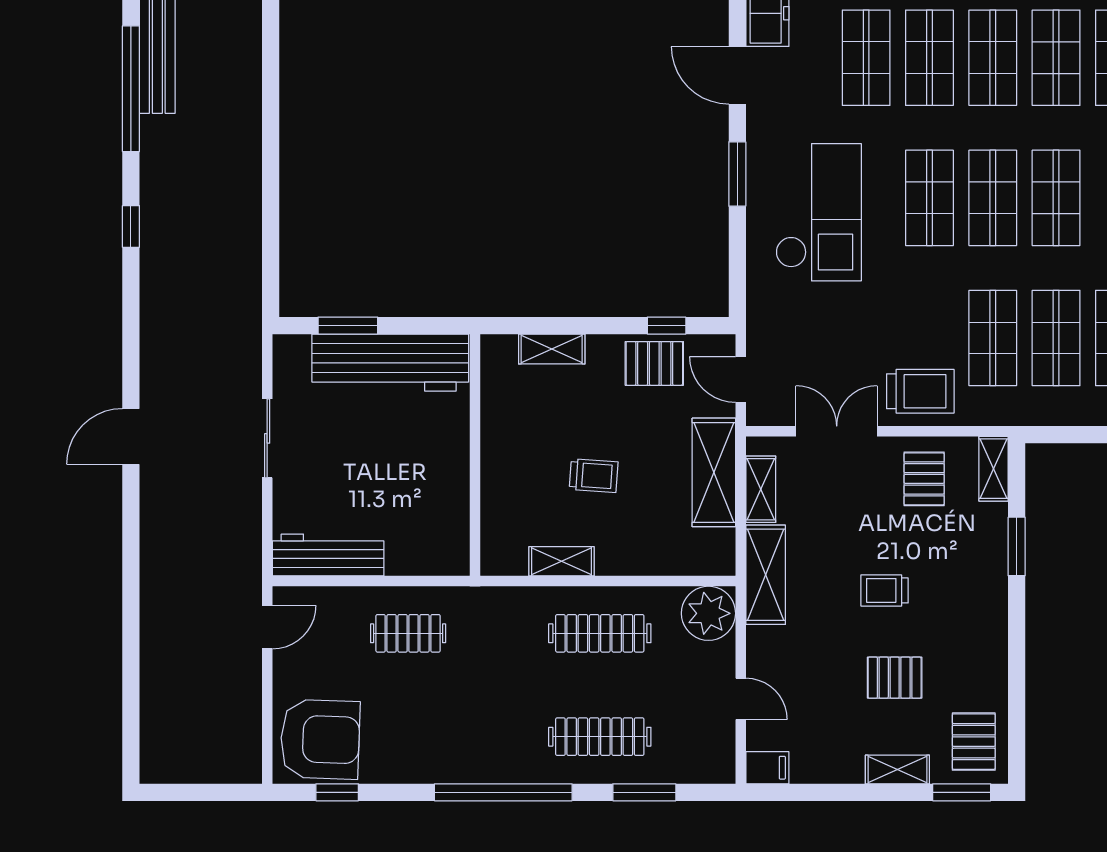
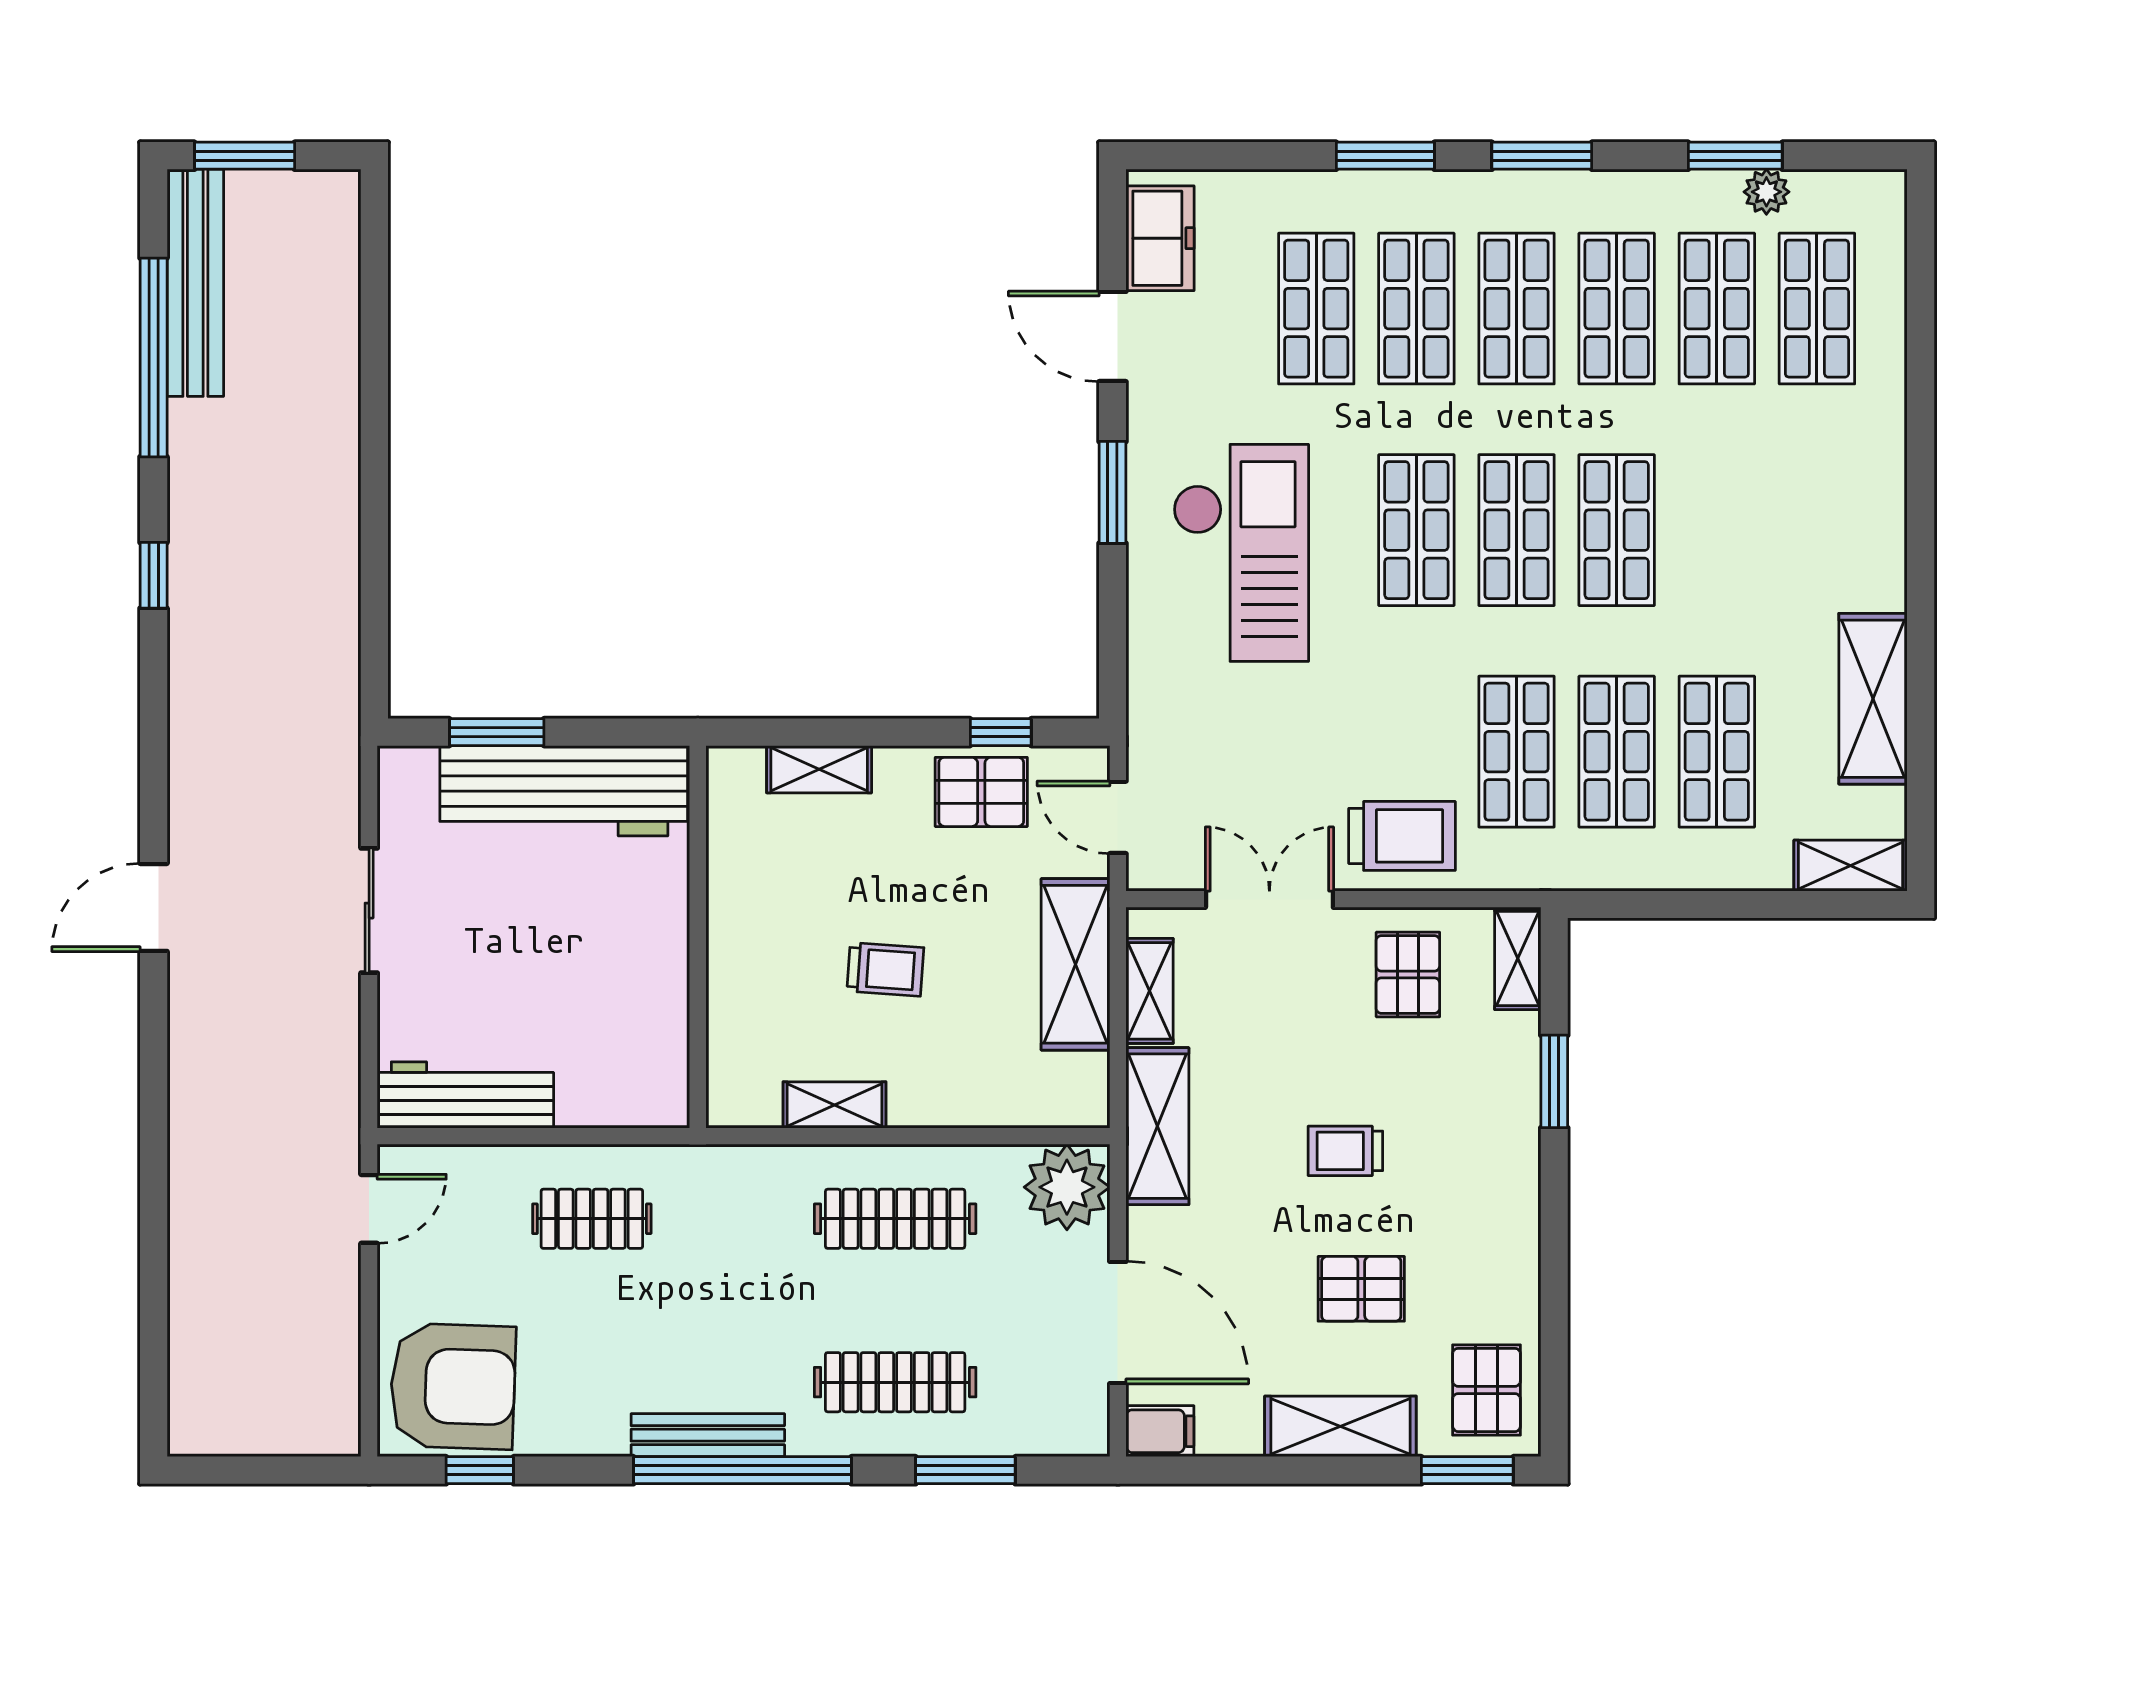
door: (741, 699) -> (1118, 1322), width x1.87
shelving: (897, 769) -> (1340, 1426), width x1.50, depth x1.33
bench: (481, 770) -> (708, 1435), added

